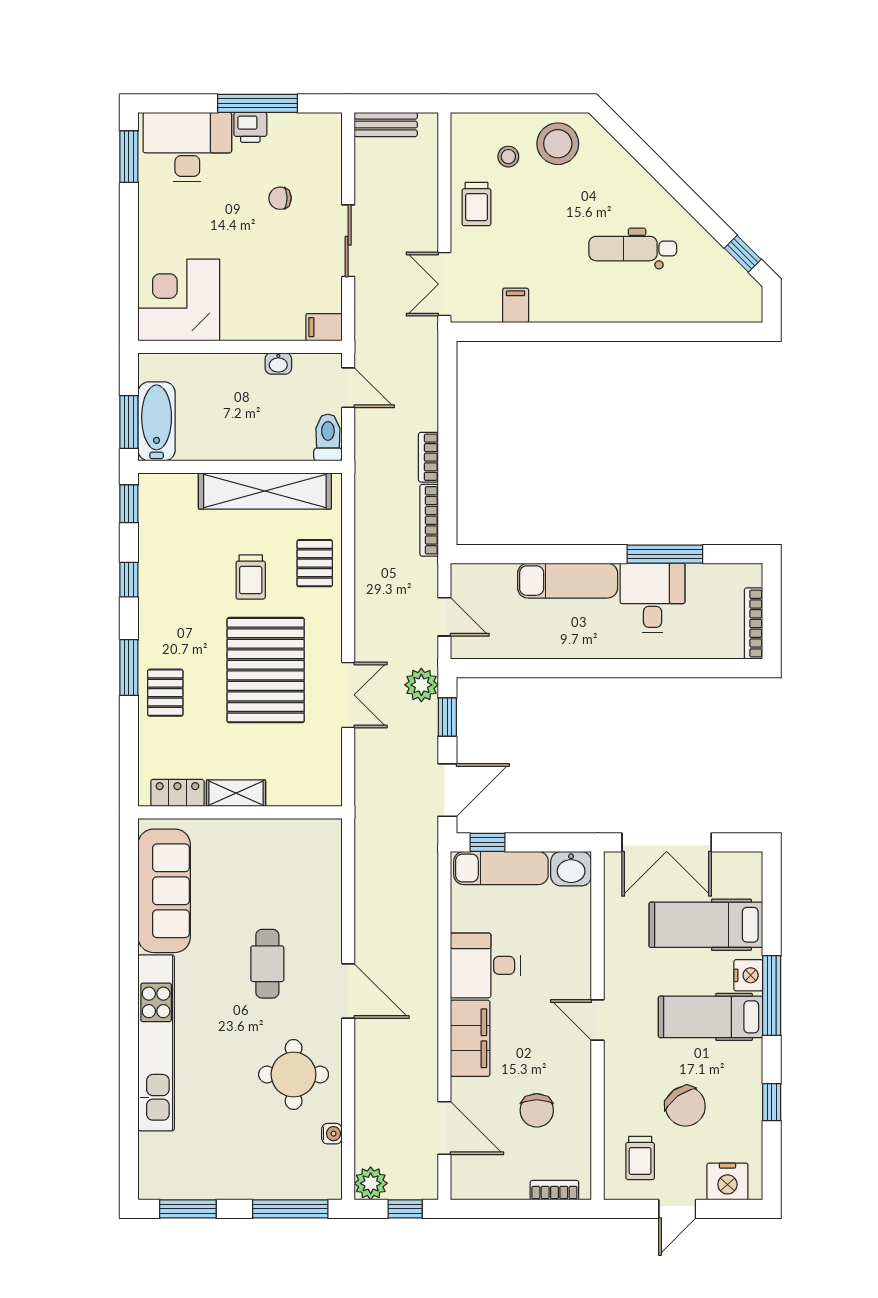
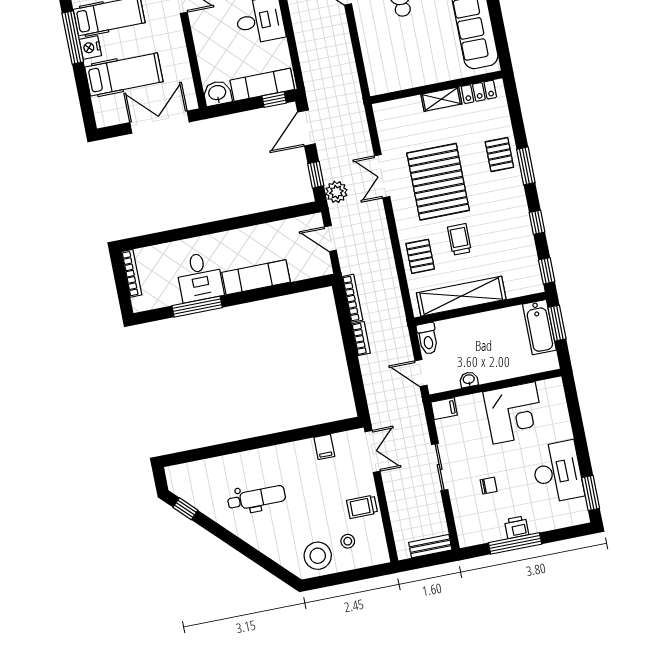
desk: (187, 147) -> (557, 472), moved, turned -90
trolley: (476, 204) -> (362, 507), turned -90
corner desk: (179, 300) -> (514, 413), moved

